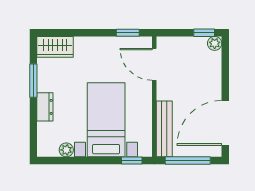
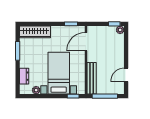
wardrobe: (55, 47) -> (35, 32), width x1.50
door: (154, 64) -> (86, 42), hinge flipped
dresser: (45, 107) -> (24, 76), moved
door: (225, 123) -> (126, 75), width x0.53

